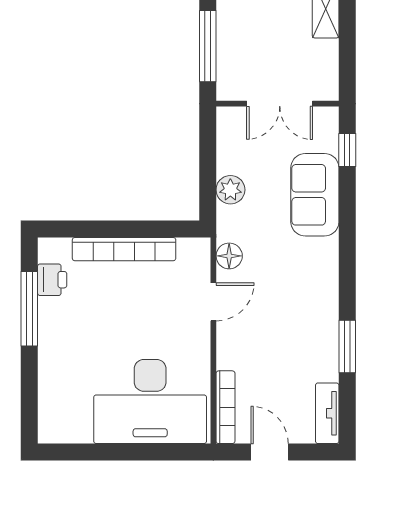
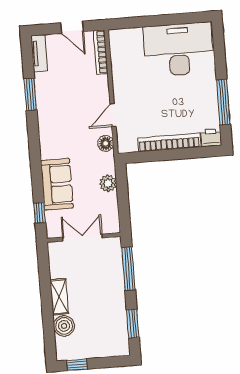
printer: (52, 280) -> (211, 138), moved, turned 90
desk: (150, 402) -> (179, 49), moved

